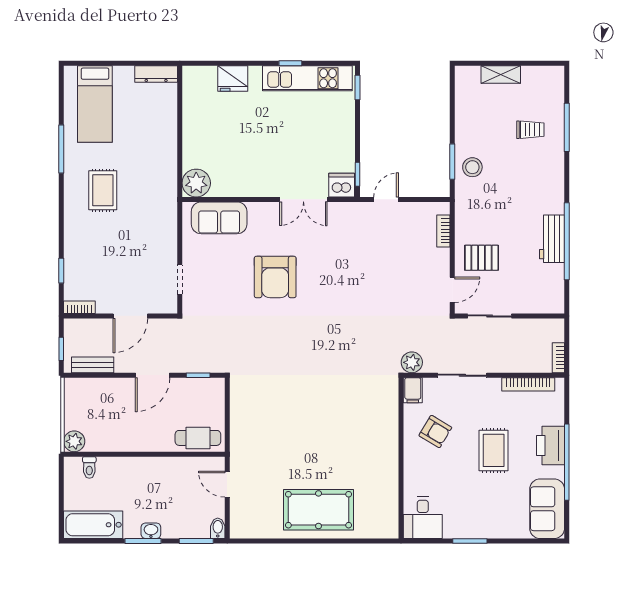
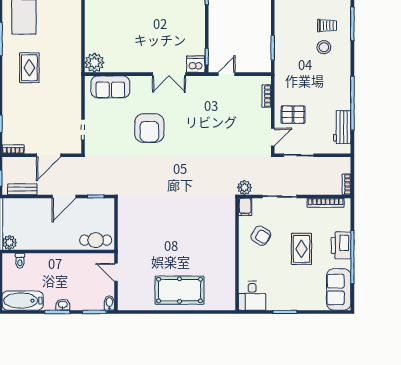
stool: (472, 167) -> (324, 47), moved
workbench: (552, 239) -> (342, 127), moved

